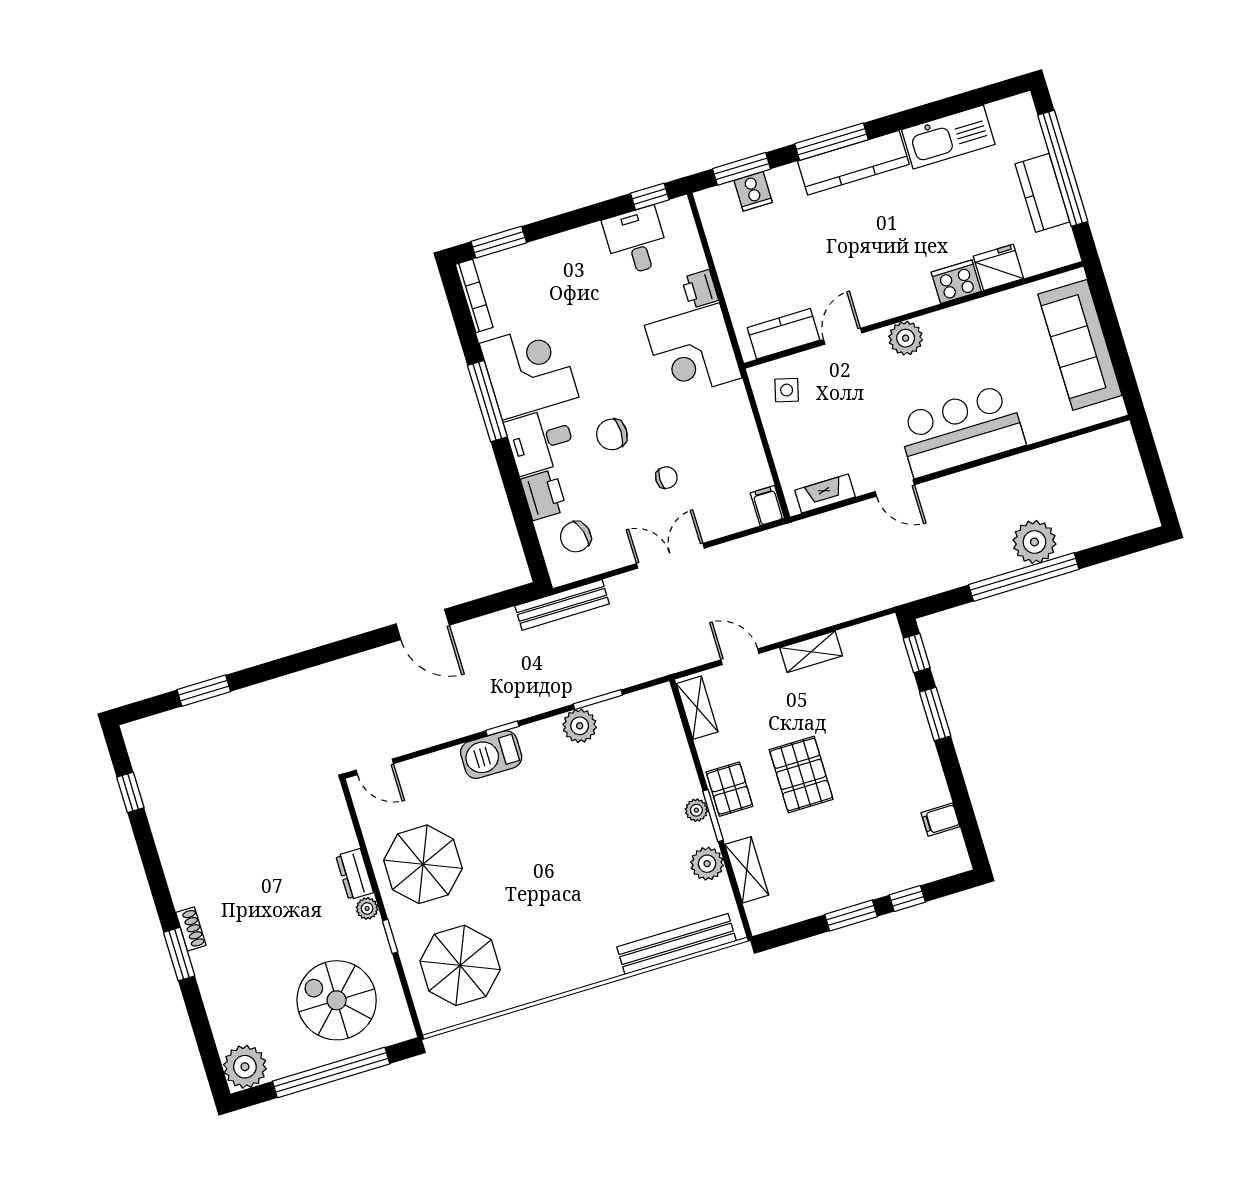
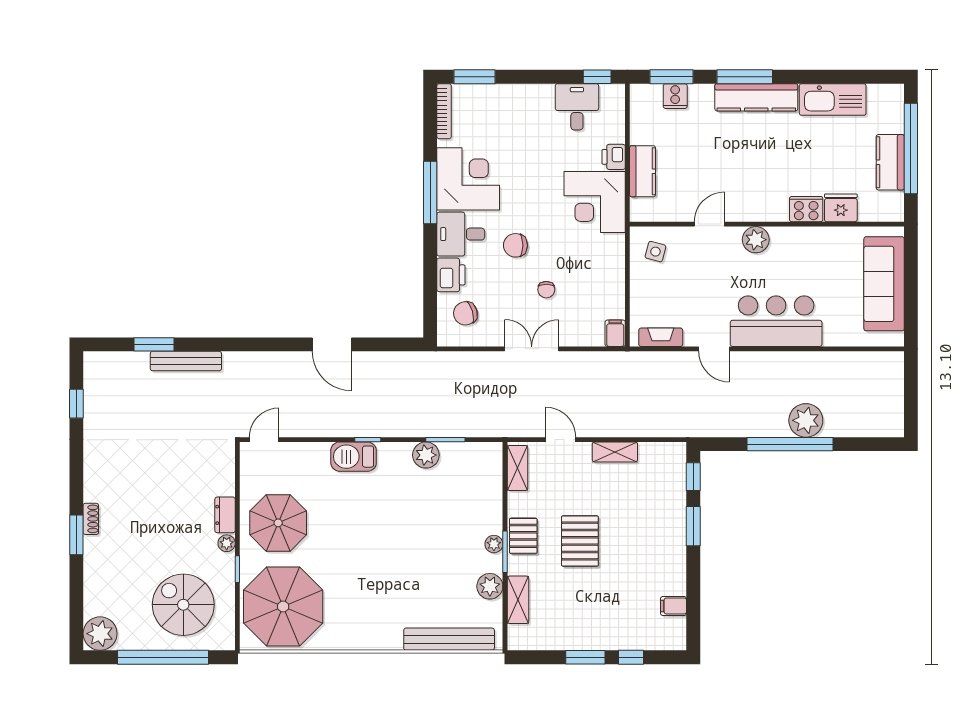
kitchen counter: (784, 334) -> (643, 171), moved, turned 90
chair: (666, 478) -> (546, 290), turned 90
bench: (562, 605) -> (186, 361), moved
door: (375, 767) -> (264, 440), swing flipped
parasol: (460, 965) -> (283, 606), width x1.36, depth x1.36

